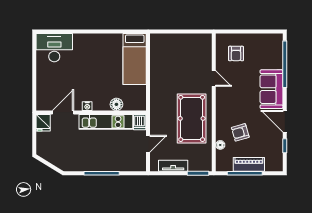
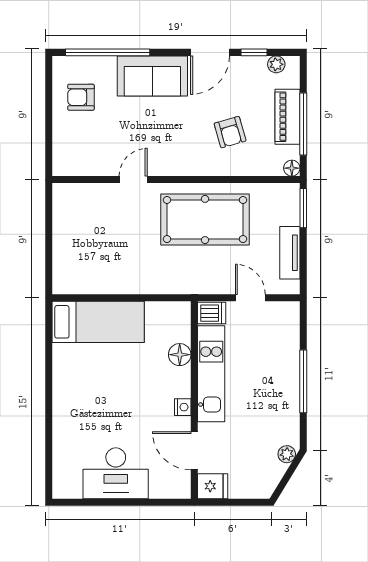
desk: (54, 48) -> (116, 473), moved, turned -90
armchair: (236, 54) -> (81, 97), moved, turned 180
floor lamp: (220, 145) -> (292, 168), moved
plant: (278, 158) -> (276, 64), added
plant: (61, 164) -> (287, 454), added

